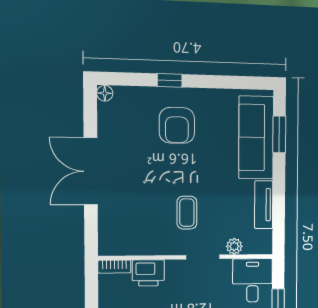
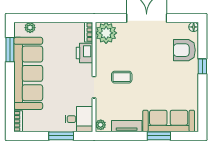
armchair: (177, 125) -> (184, 50), moved
window: (279, 134) -> (159, 136), moved
plant: (115, 238) -> (106, 33), added
plant: (234, 246) -> (101, 125), moved

